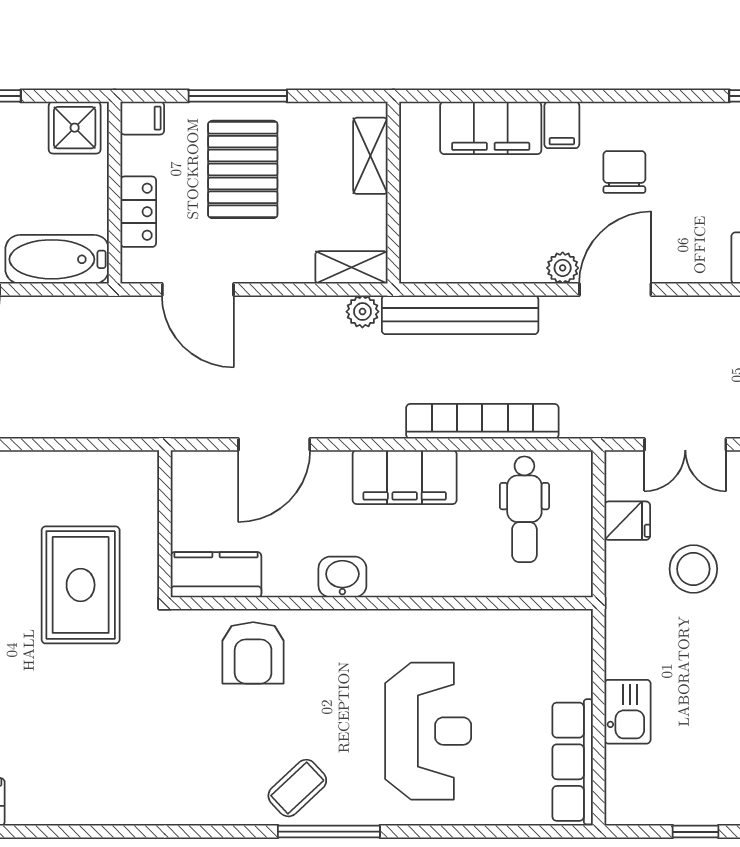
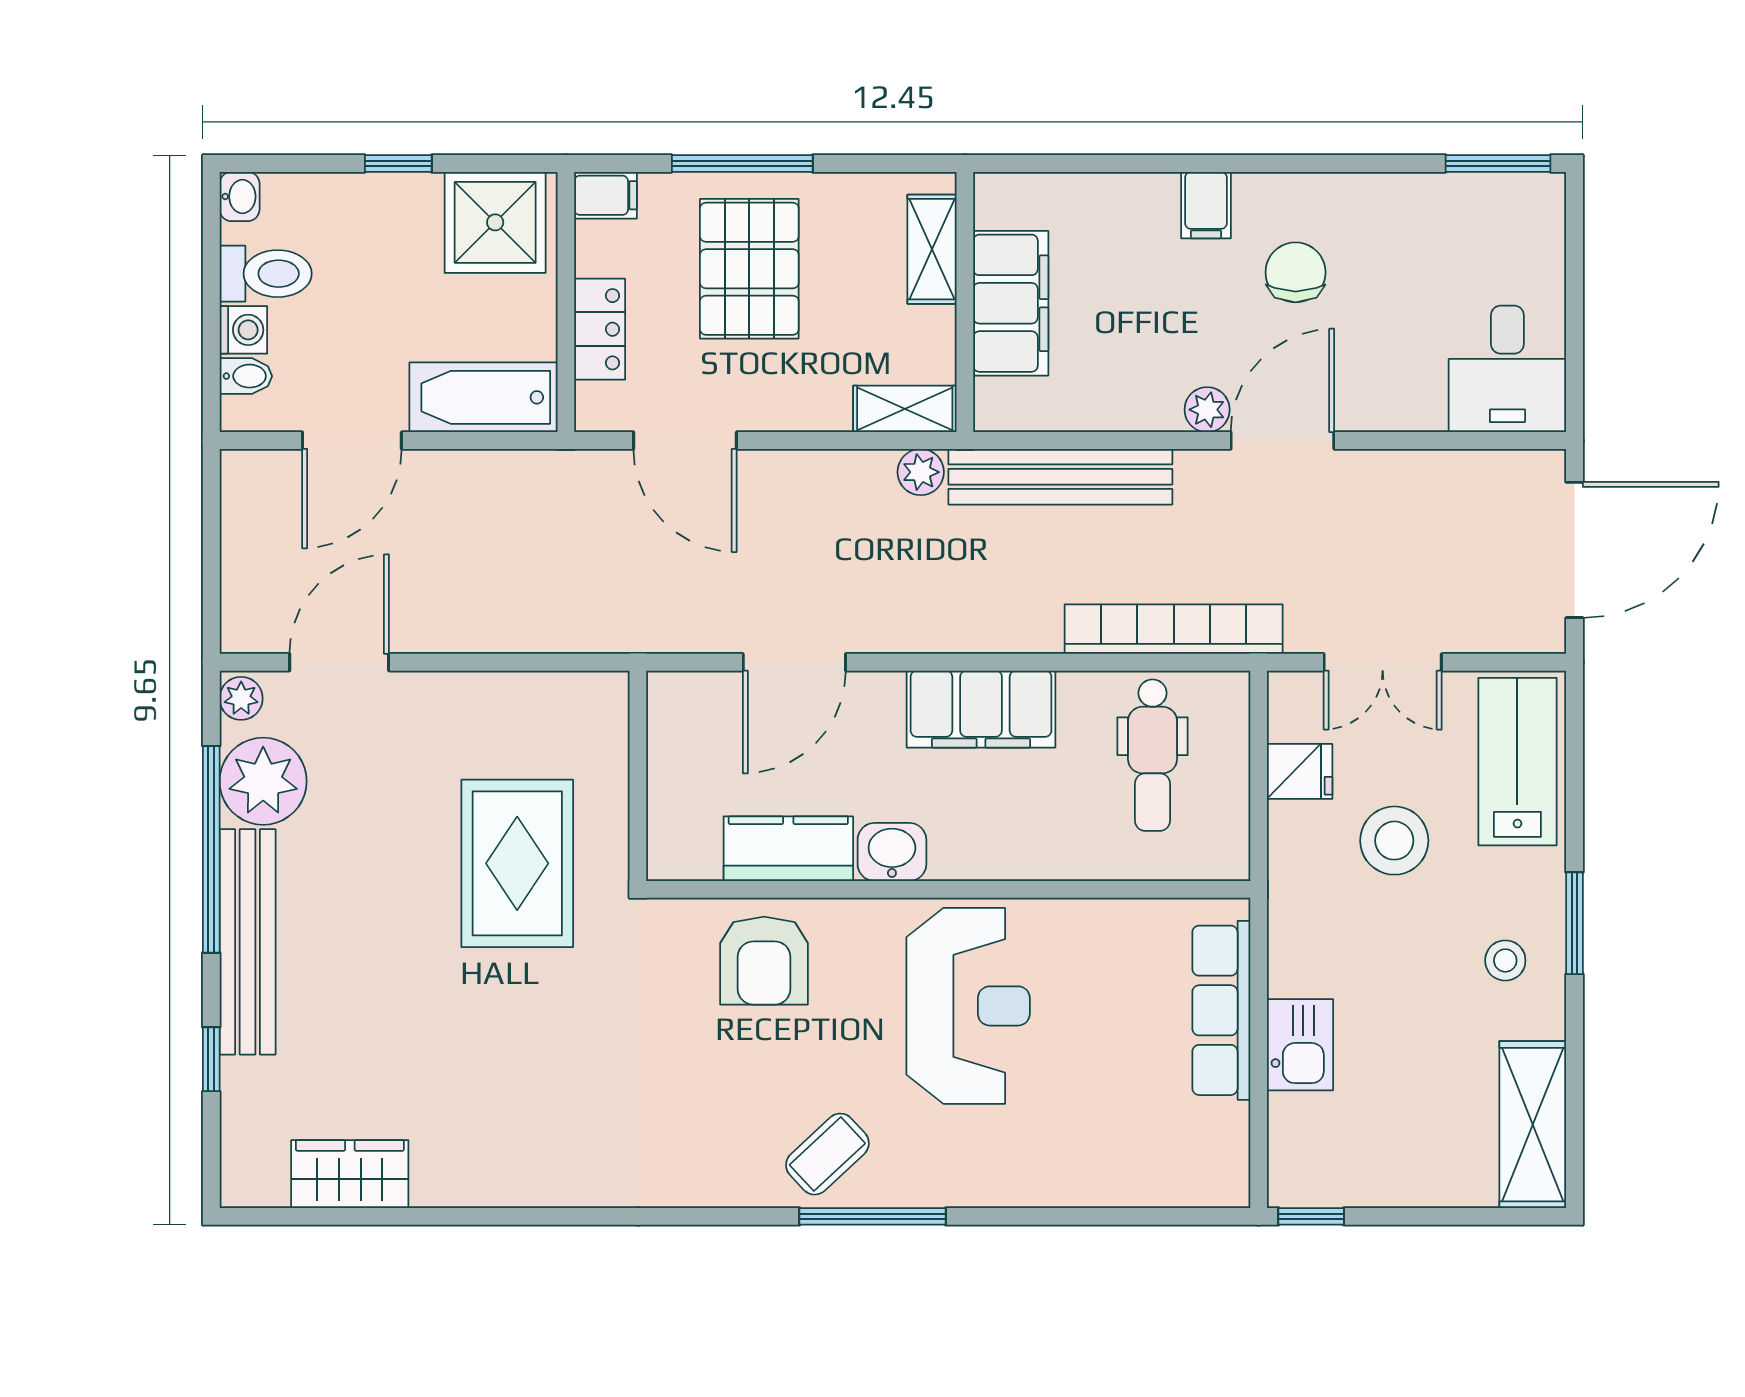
shower: (75, 128) -> (495, 222), width x1.36, depth x1.36
filing cabinet: (491, 128) -> (1011, 303), moved, turned -90
bookcase: (482, 421) -> (1174, 629), moved
kitchen counter: (216, 575) -> (788, 849), moved
reception desk: (428, 731) -> (968, 1006), moved
row of seats: (573, 762) -> (1221, 1010), moved
window: (696, 832) -> (1311, 1216), moved

